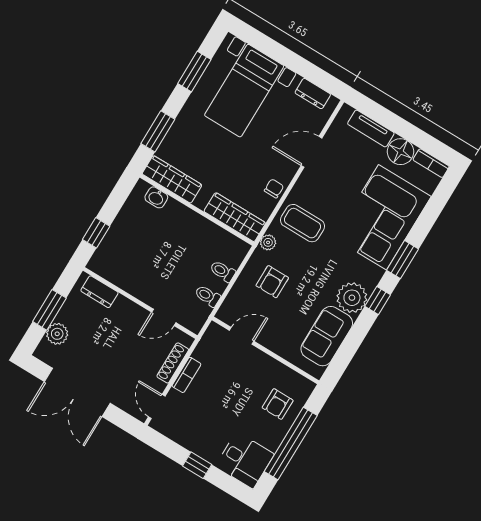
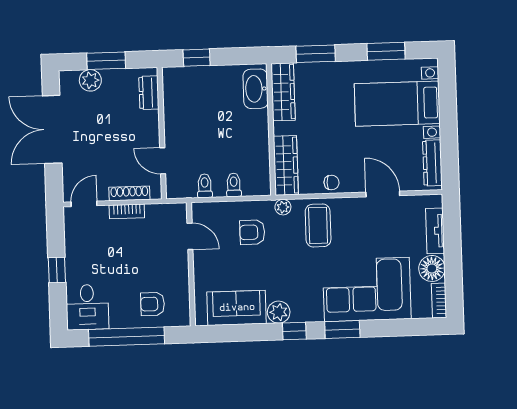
dresser: (313, 94) -> (432, 163), width x1.44
washbasin: (156, 197) -> (256, 89), width x1.91, depth x1.45
plant: (352, 298) -> (279, 312), width x0.73, depth x0.73

